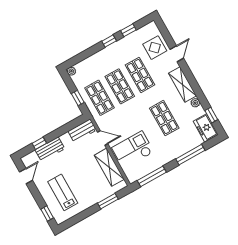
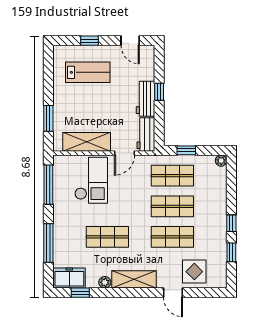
window: (39, 143) -> (159, 92), moved
workbench: (50, 149) -> (145, 99), moved
window: (47, 214) -> (89, 41), moved

